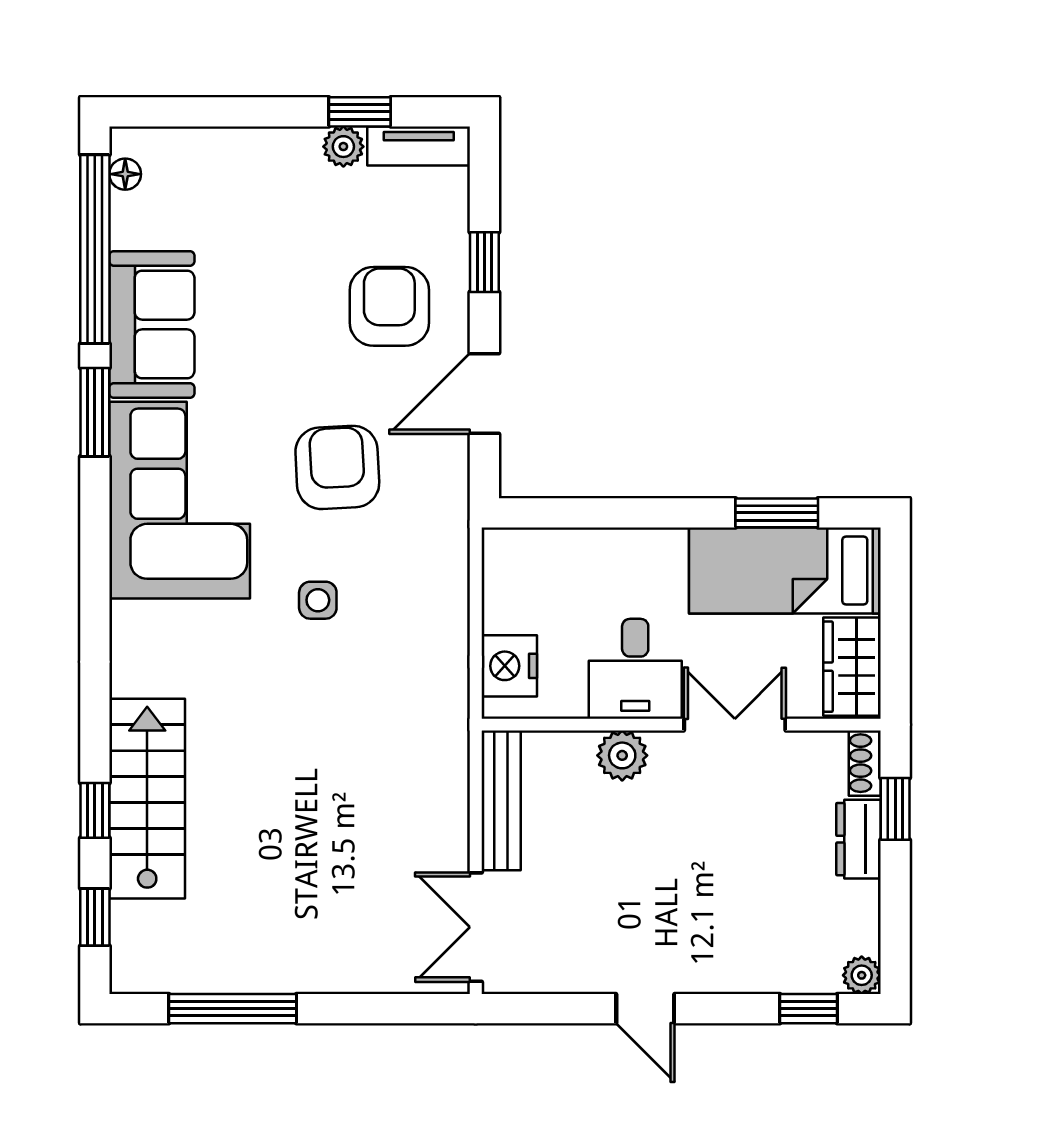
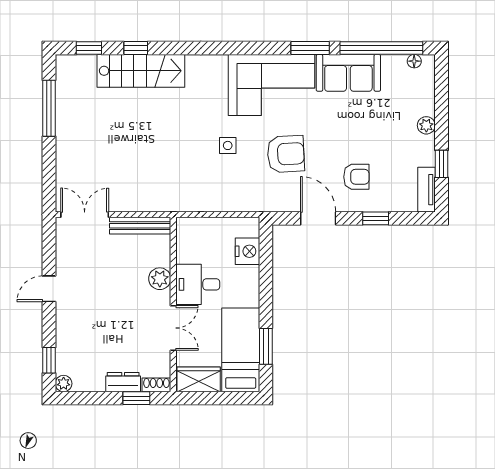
plant: (343, 147) -> (426, 125), moved
armchair: (389, 306) -> (356, 177), width x0.72, depth x0.72
nightstand: (509, 666) -> (247, 251), moved, turned 90

